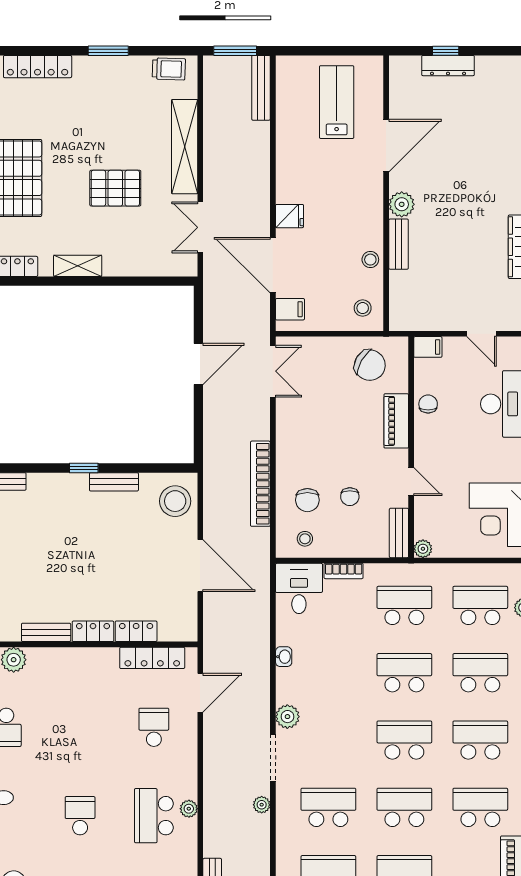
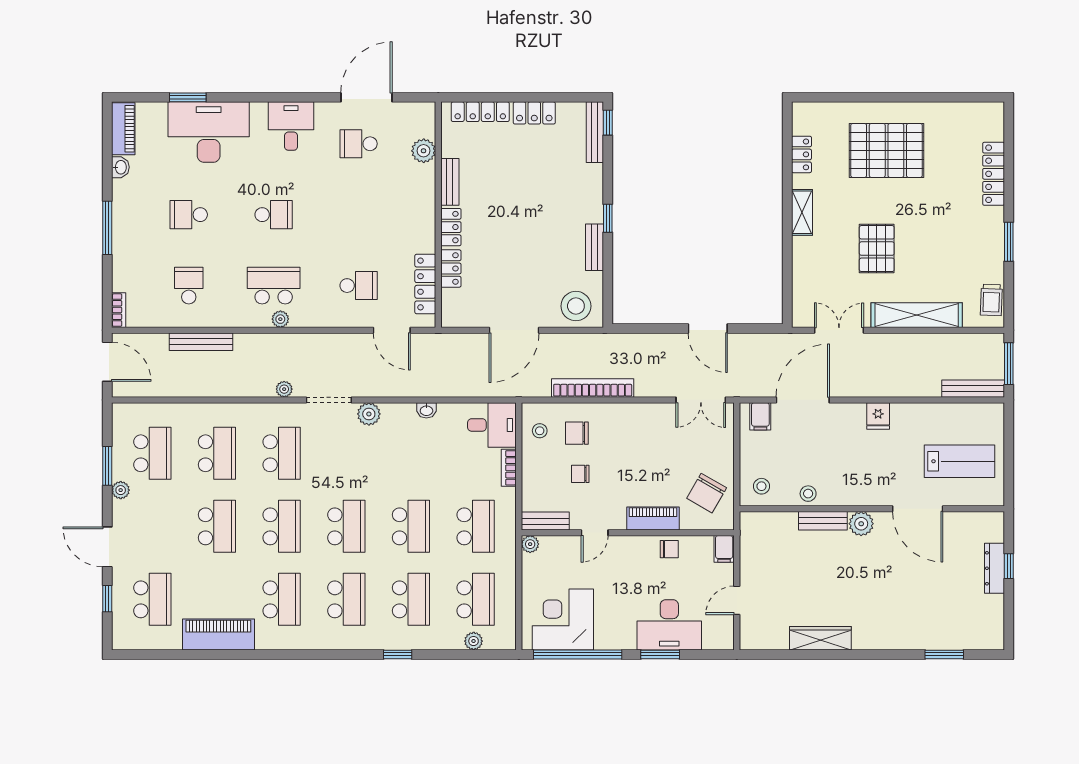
fridge: (290, 216) -> (878, 416), moved

